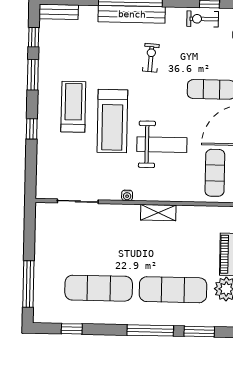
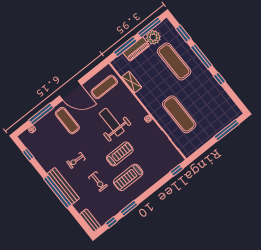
exercise bike: (203, 19) -> (98, 182), moved
treadmill: (112, 121) -> (120, 154), width x0.73, depth x0.73
window: (32, 129) -> (177, 170), moved
shelving: (158, 213) -> (132, 82), moved
exercise mat: (99, 288) -> (179, 114), moved
window: (72, 329) -> (219, 79), moved

